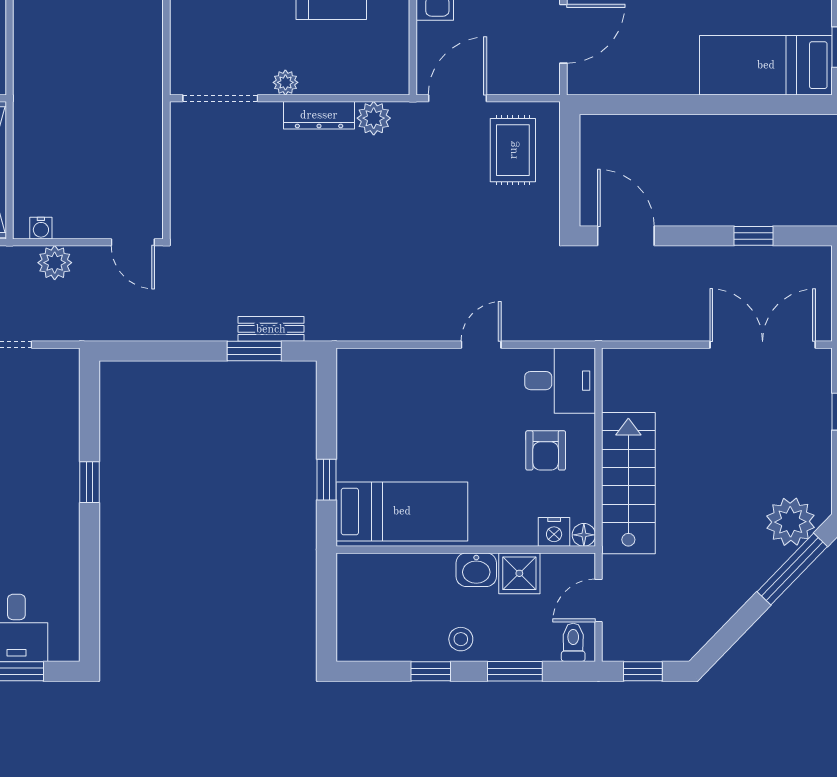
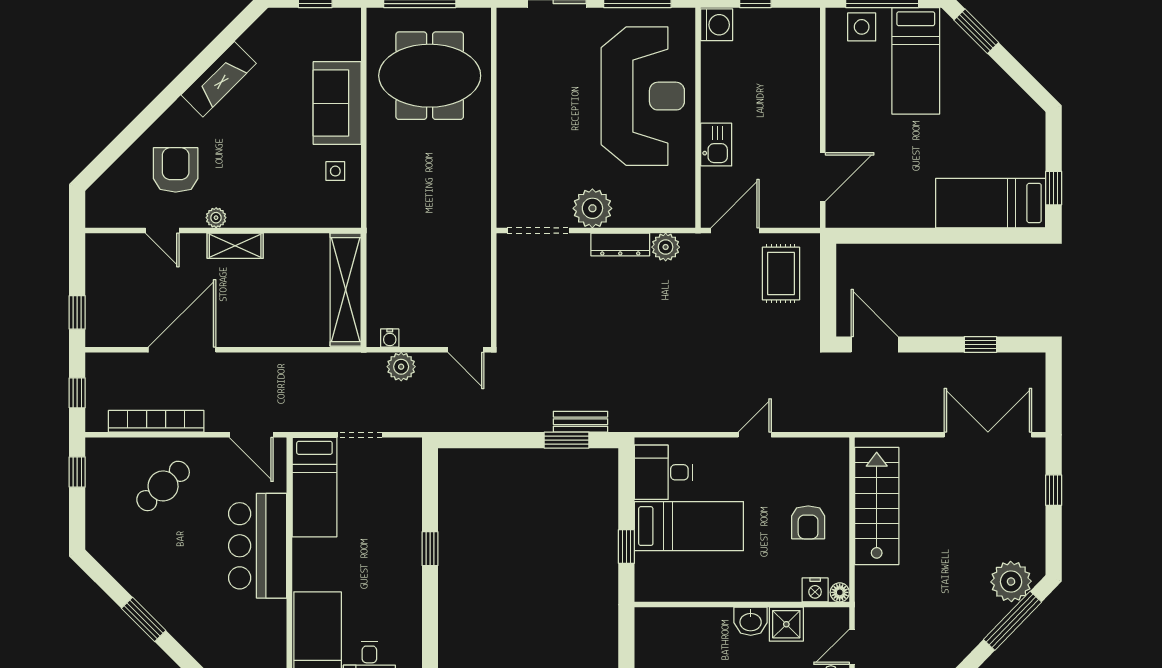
plant: (285, 82) -> (592, 208), width x1.88, depth x1.88
desk: (560, 381) -> (664, 472), moved, turned 180
stairs: (628, 483) -> (877, 506), moved
bed: (402, 511) -> (689, 526), moved

